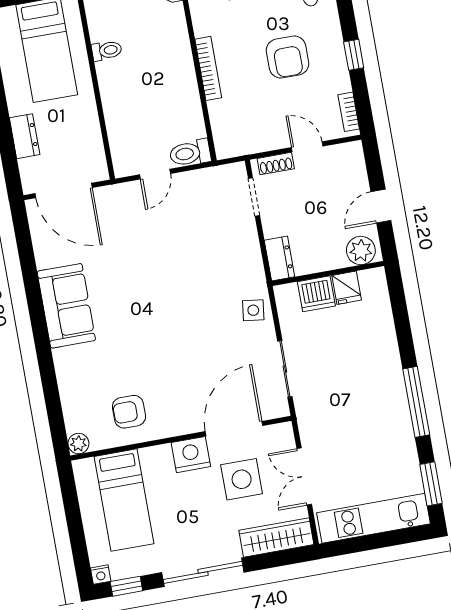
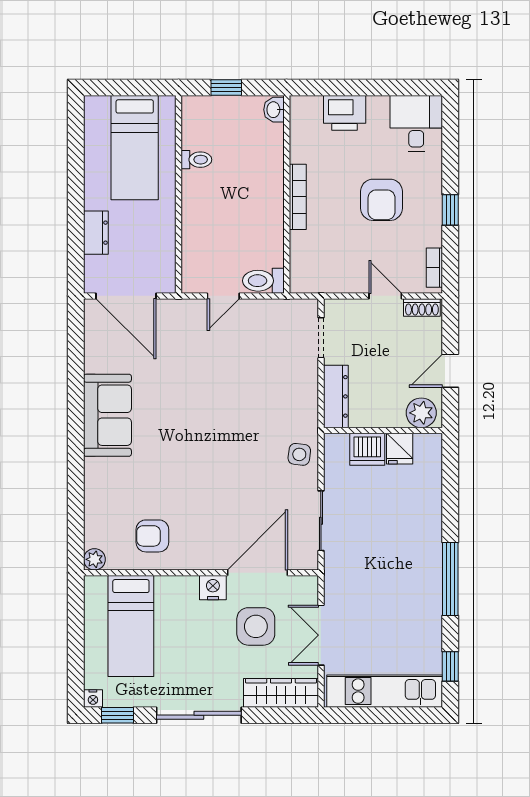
shoe rack: (276, 164) -> (422, 307), moved
dresser: (279, 258) -> (336, 396), width x1.44
nightstand: (191, 455) -> (213, 588), width x0.74, depth x0.75
window: (431, 484) -> (450, 666), width x0.67

